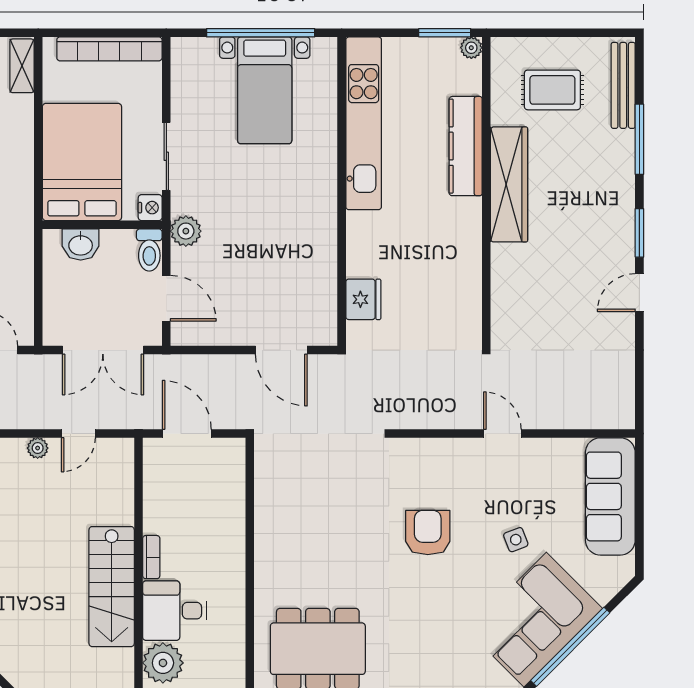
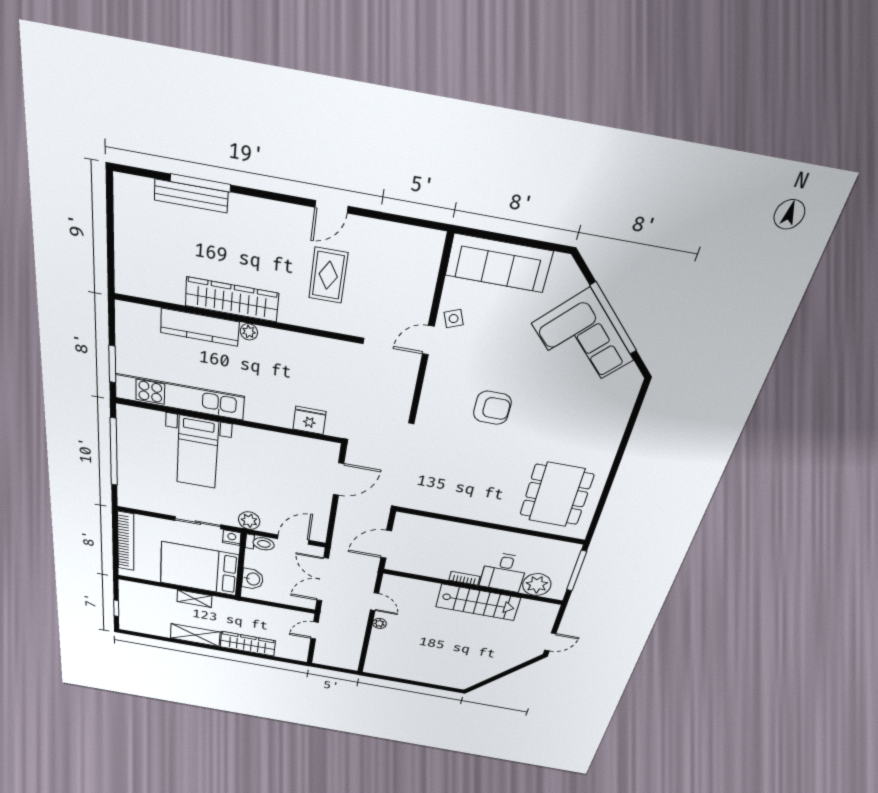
window: (445, 33) -> (112, 364), moved
plant: (471, 48) -> (249, 332), moved
shelving: (22, 66) -> (194, 599), moved
bench: (623, 85) -> (191, 196), moved
bed with nightstands: (265, 90) -> (197, 452), moved, turned 90
rug: (552, 90) -> (328, 275), moved
window: (639, 233) -> (280, 197), removed
door: (639, 293) -> (331, 207), hinge flipped
double door: (103, 350) -> (323, 580), swing flipped
armchair: (428, 533) -> (492, 408), turned 180
side table: (516, 540) -> (454, 319), moved

